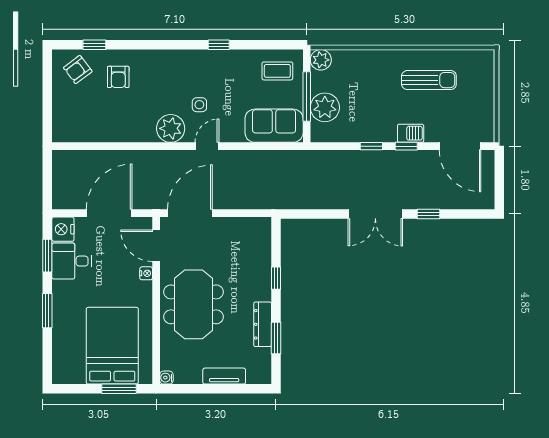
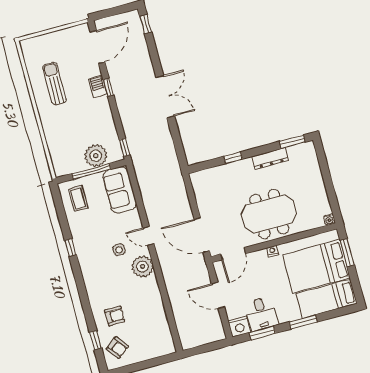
plant: (321, 60) -> (61, 168), removed
window: (371, 146) -> (125, 147), moved
door: (109, 213) -> (218, 295), width x0.73
window: (428, 214) -> (146, 24), moved
nightstand: (146, 273) -> (272, 251), moved
window: (276, 338) -> (292, 142), moved
bed: (68, 348) -> (327, 299), added
tv unit: (224, 376) -> (317, 177), removed

